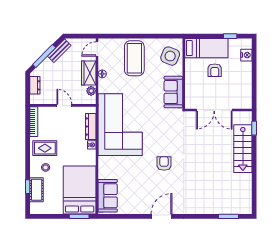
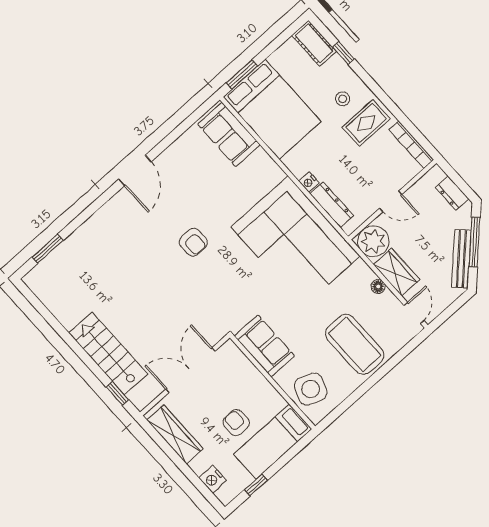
bench: (59, 51) -> (461, 259), width x1.36
wardrobe: (245, 89) -> (175, 434), added
plant: (91, 91) -> (373, 241), width x1.87, depth x1.87
cot: (37, 190) -> (314, 43), moved

